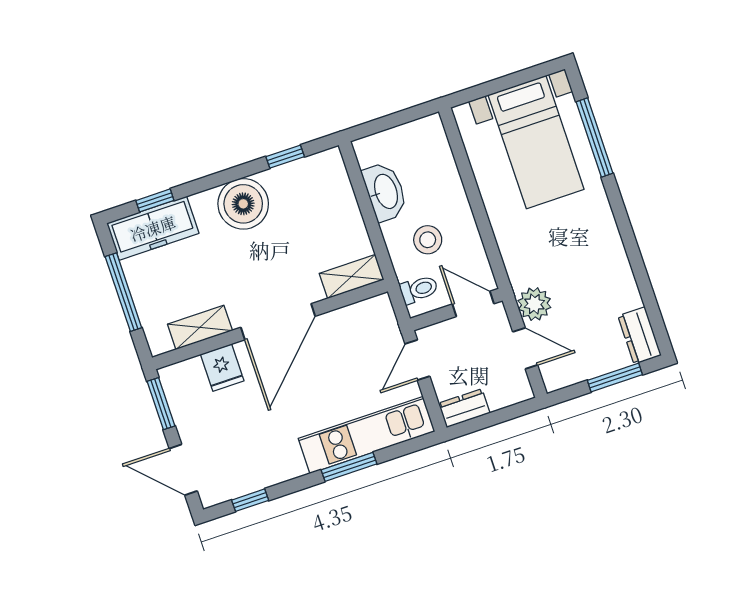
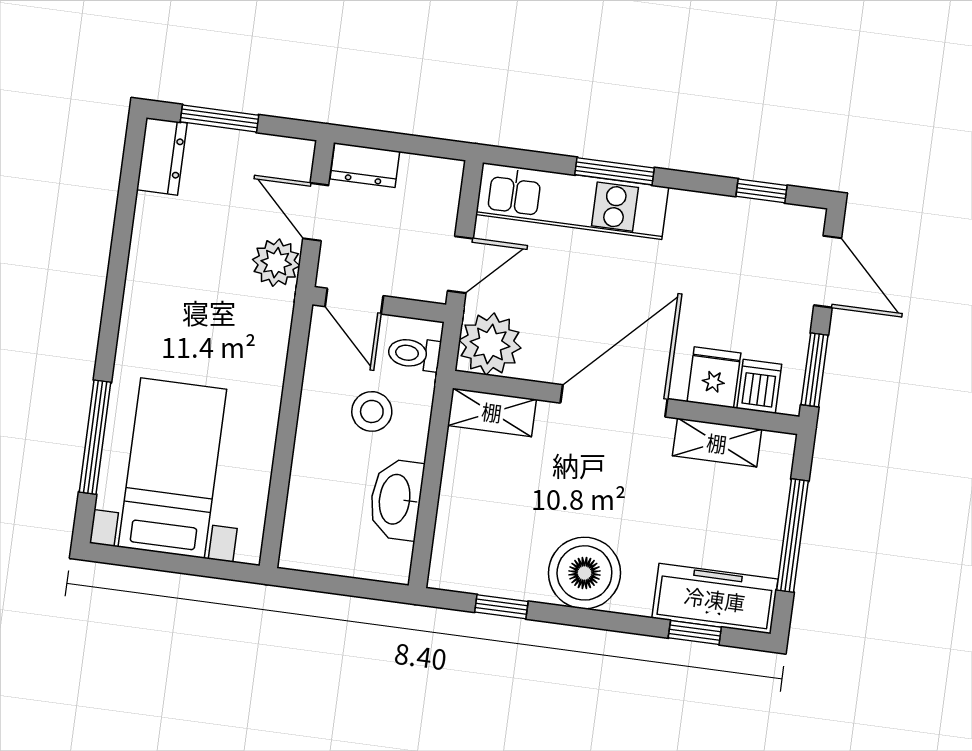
plant: (374, 319) -> (490, 344), added
dishwasher: (191, 376) -> (759, 386), added
dresser: (464, 408) -> (365, 165), moved

